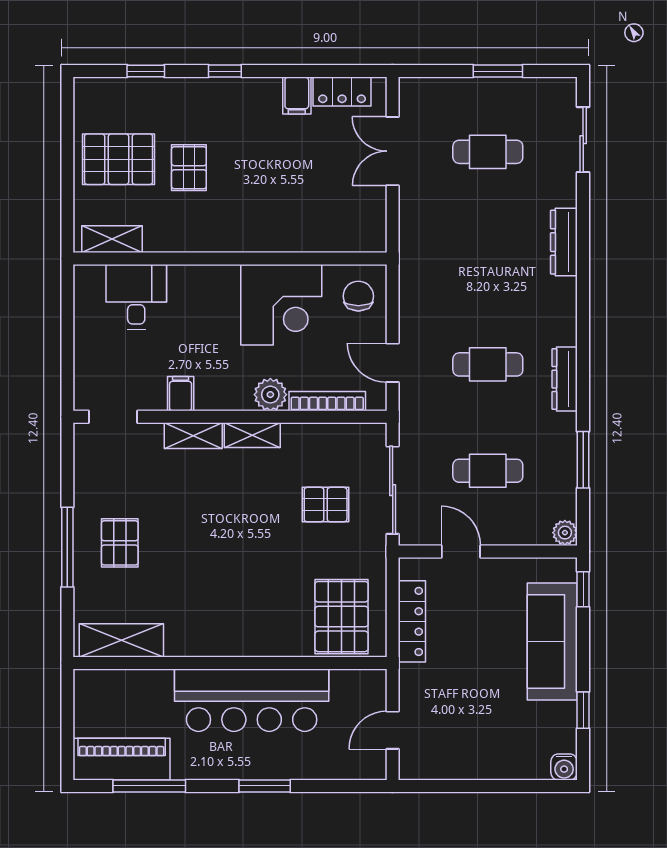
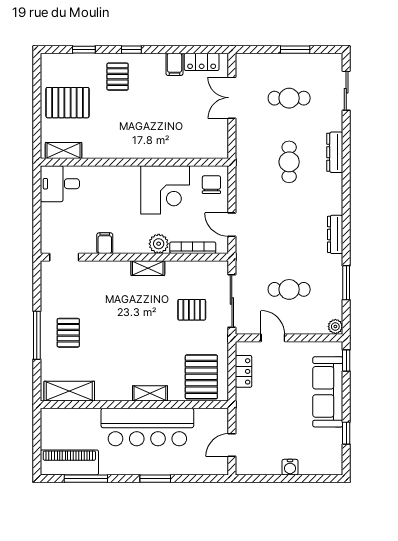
pallet: (189, 168) -> (118, 77), moved
desk: (136, 297) -> (60, 184), moved, turned -90
cafe table: (488, 364) -> (289, 162), moved, turned 90
shelving: (193, 436) -> (150, 393), moved
locker: (412, 621) -> (244, 371), width x0.66
water cooler: (564, 767) -> (290, 467), moved

